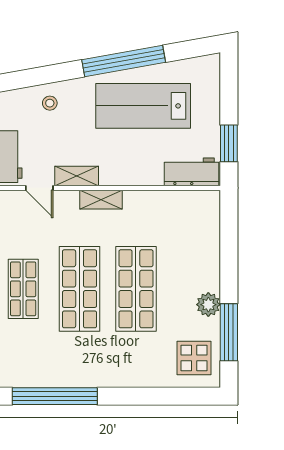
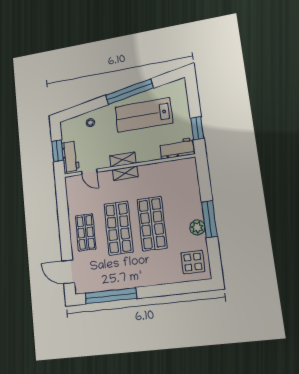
shelving: (77, 176) -> (123, 160), moved
window: (229, 332) -> (209, 219), moved

